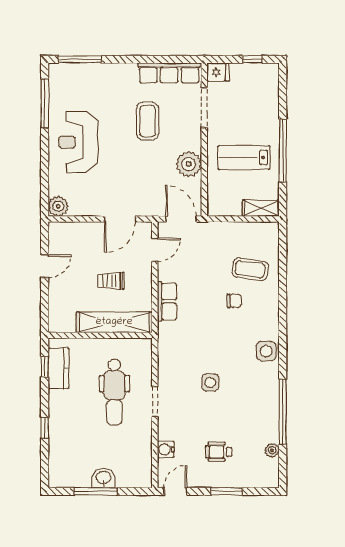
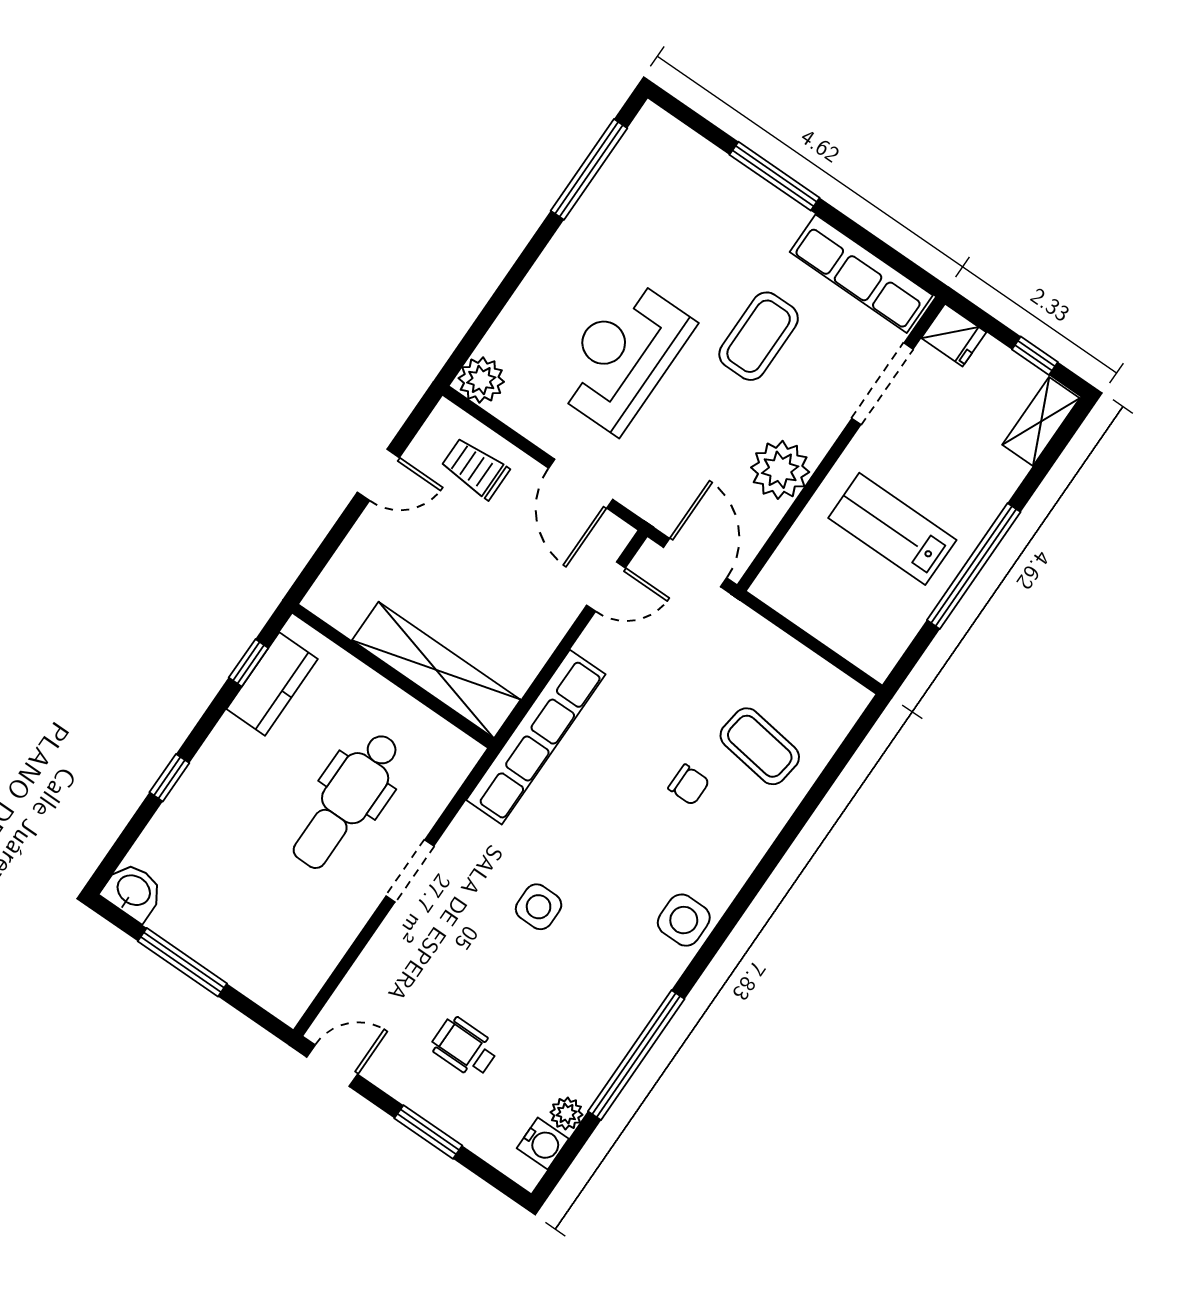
window: (80, 59) -> (775, 176), moved
reception desk: (78, 142) -> (623, 356), moved
shelving: (261, 208) -> (1041, 422), moved, turned 90
door: (120, 219) -> (581, 484), hinge flipped
trolley: (111, 281) -> (475, 468), moved
row of seats: (167, 301) -> (536, 737), width x2.02
water cooler: (166, 449) -> (543, 1143), moved, turned 180
washbasin: (104, 478) -> (133, 891), moved

